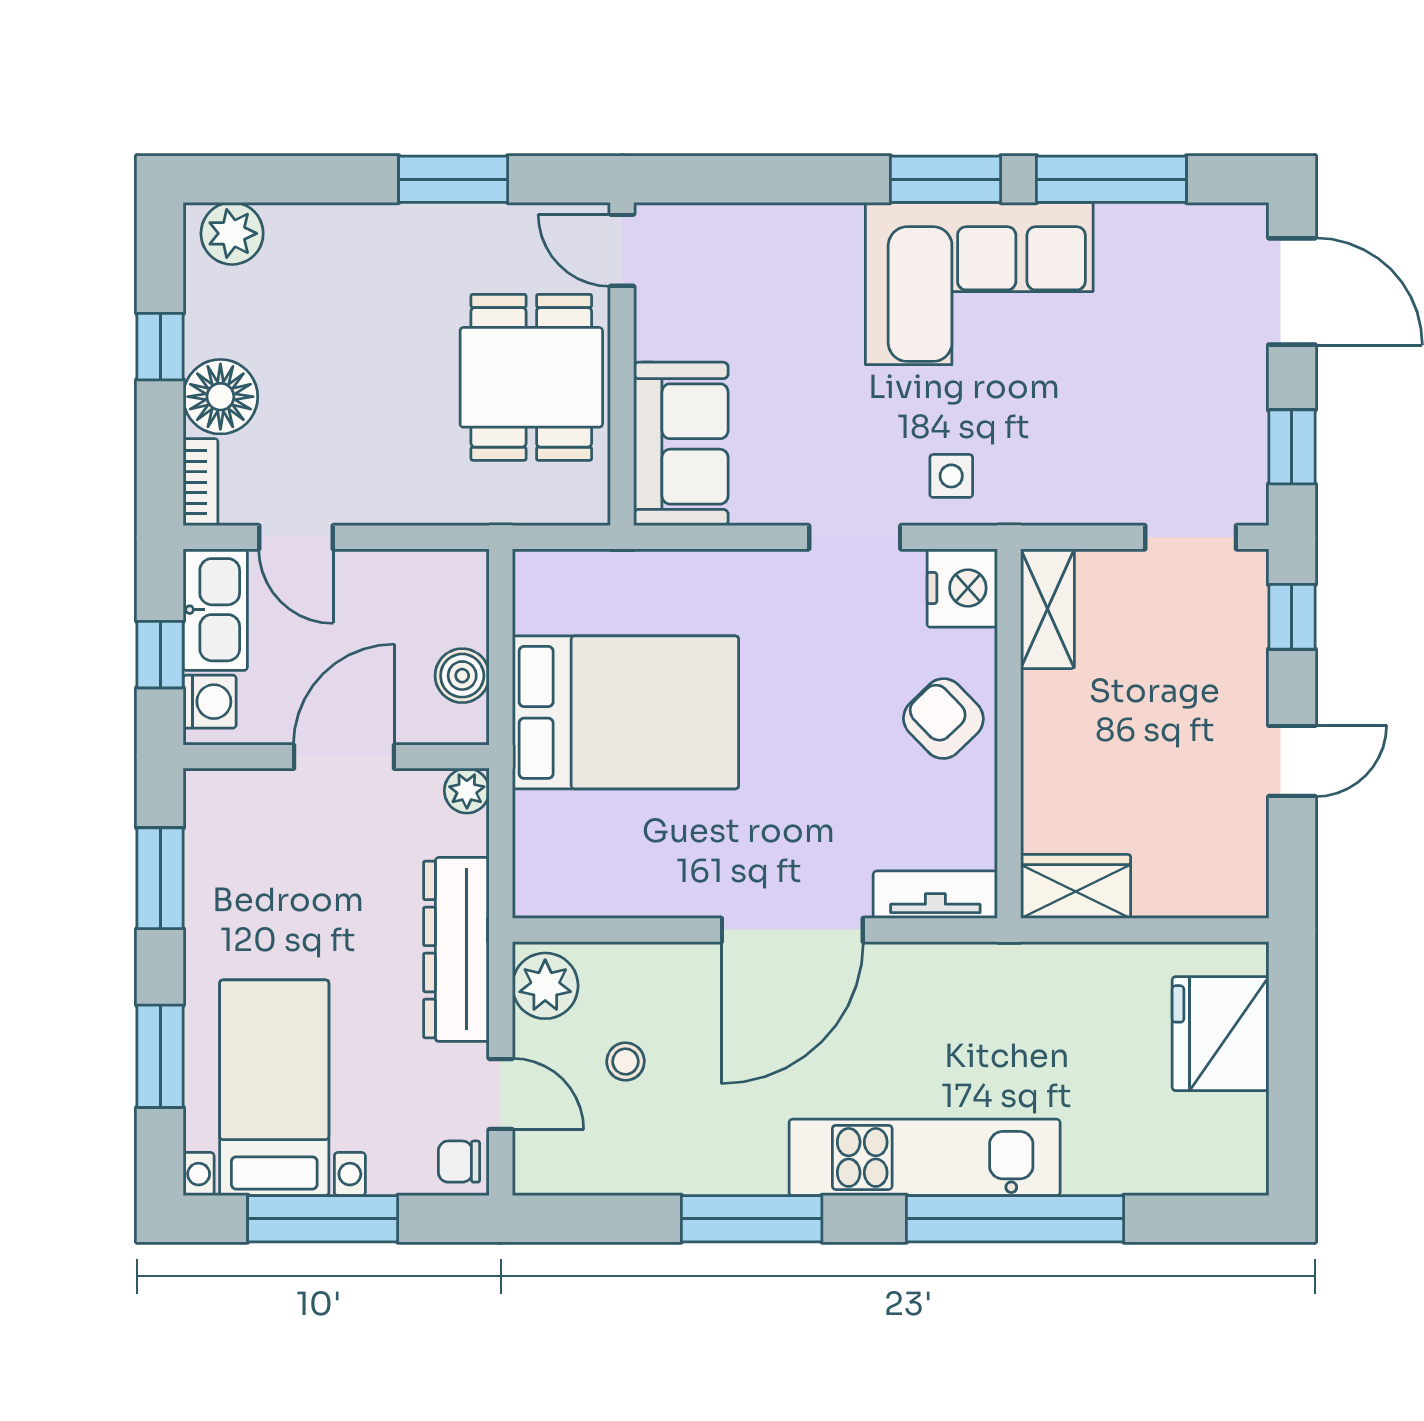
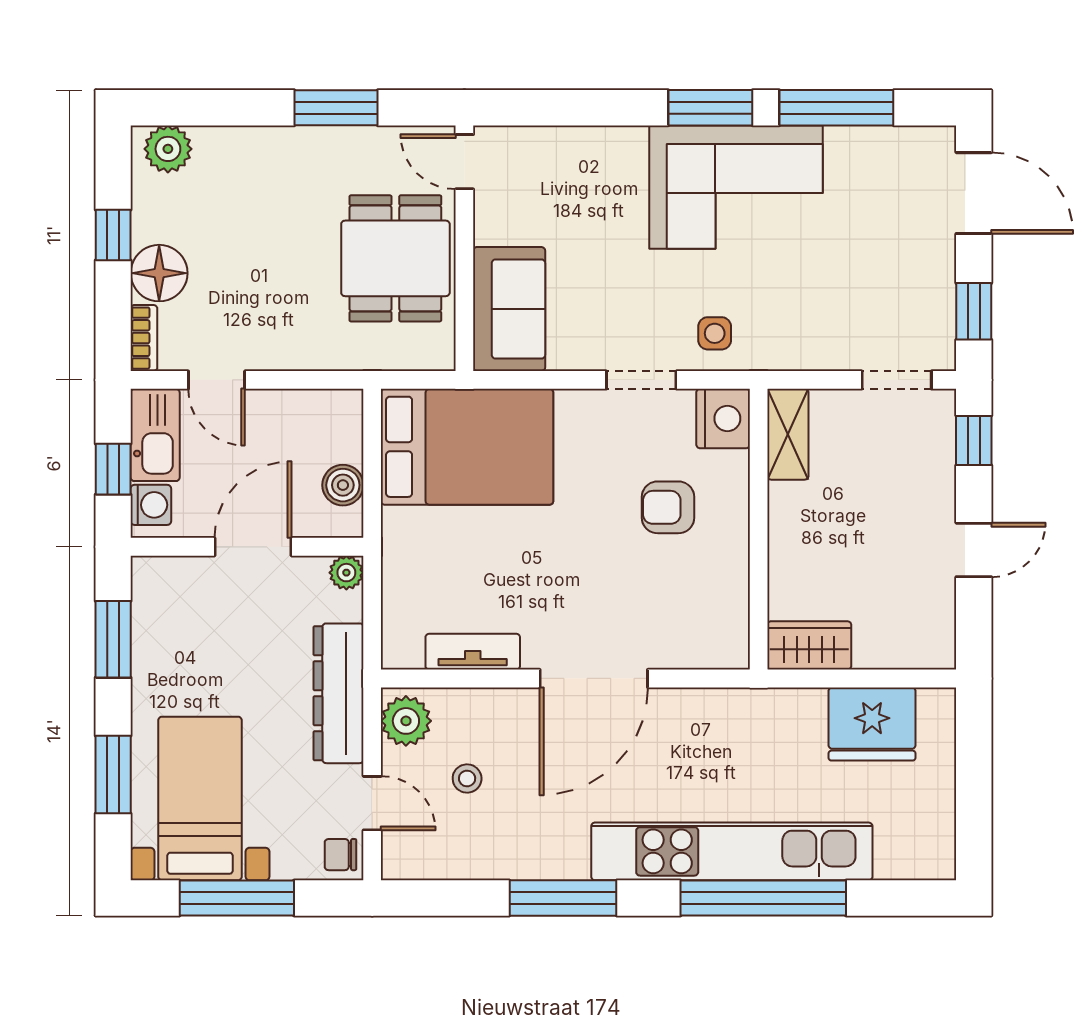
bed: (626, 712) -> (467, 447), moved
armchair: (943, 719) -> (668, 507), moved, turned -46
tv unit: (935, 895) -> (473, 652), moved
fridge: (1221, 1034) -> (872, 724), moved, turned -90
kitchen unit: (925, 1157) -> (732, 851), width x1.36

